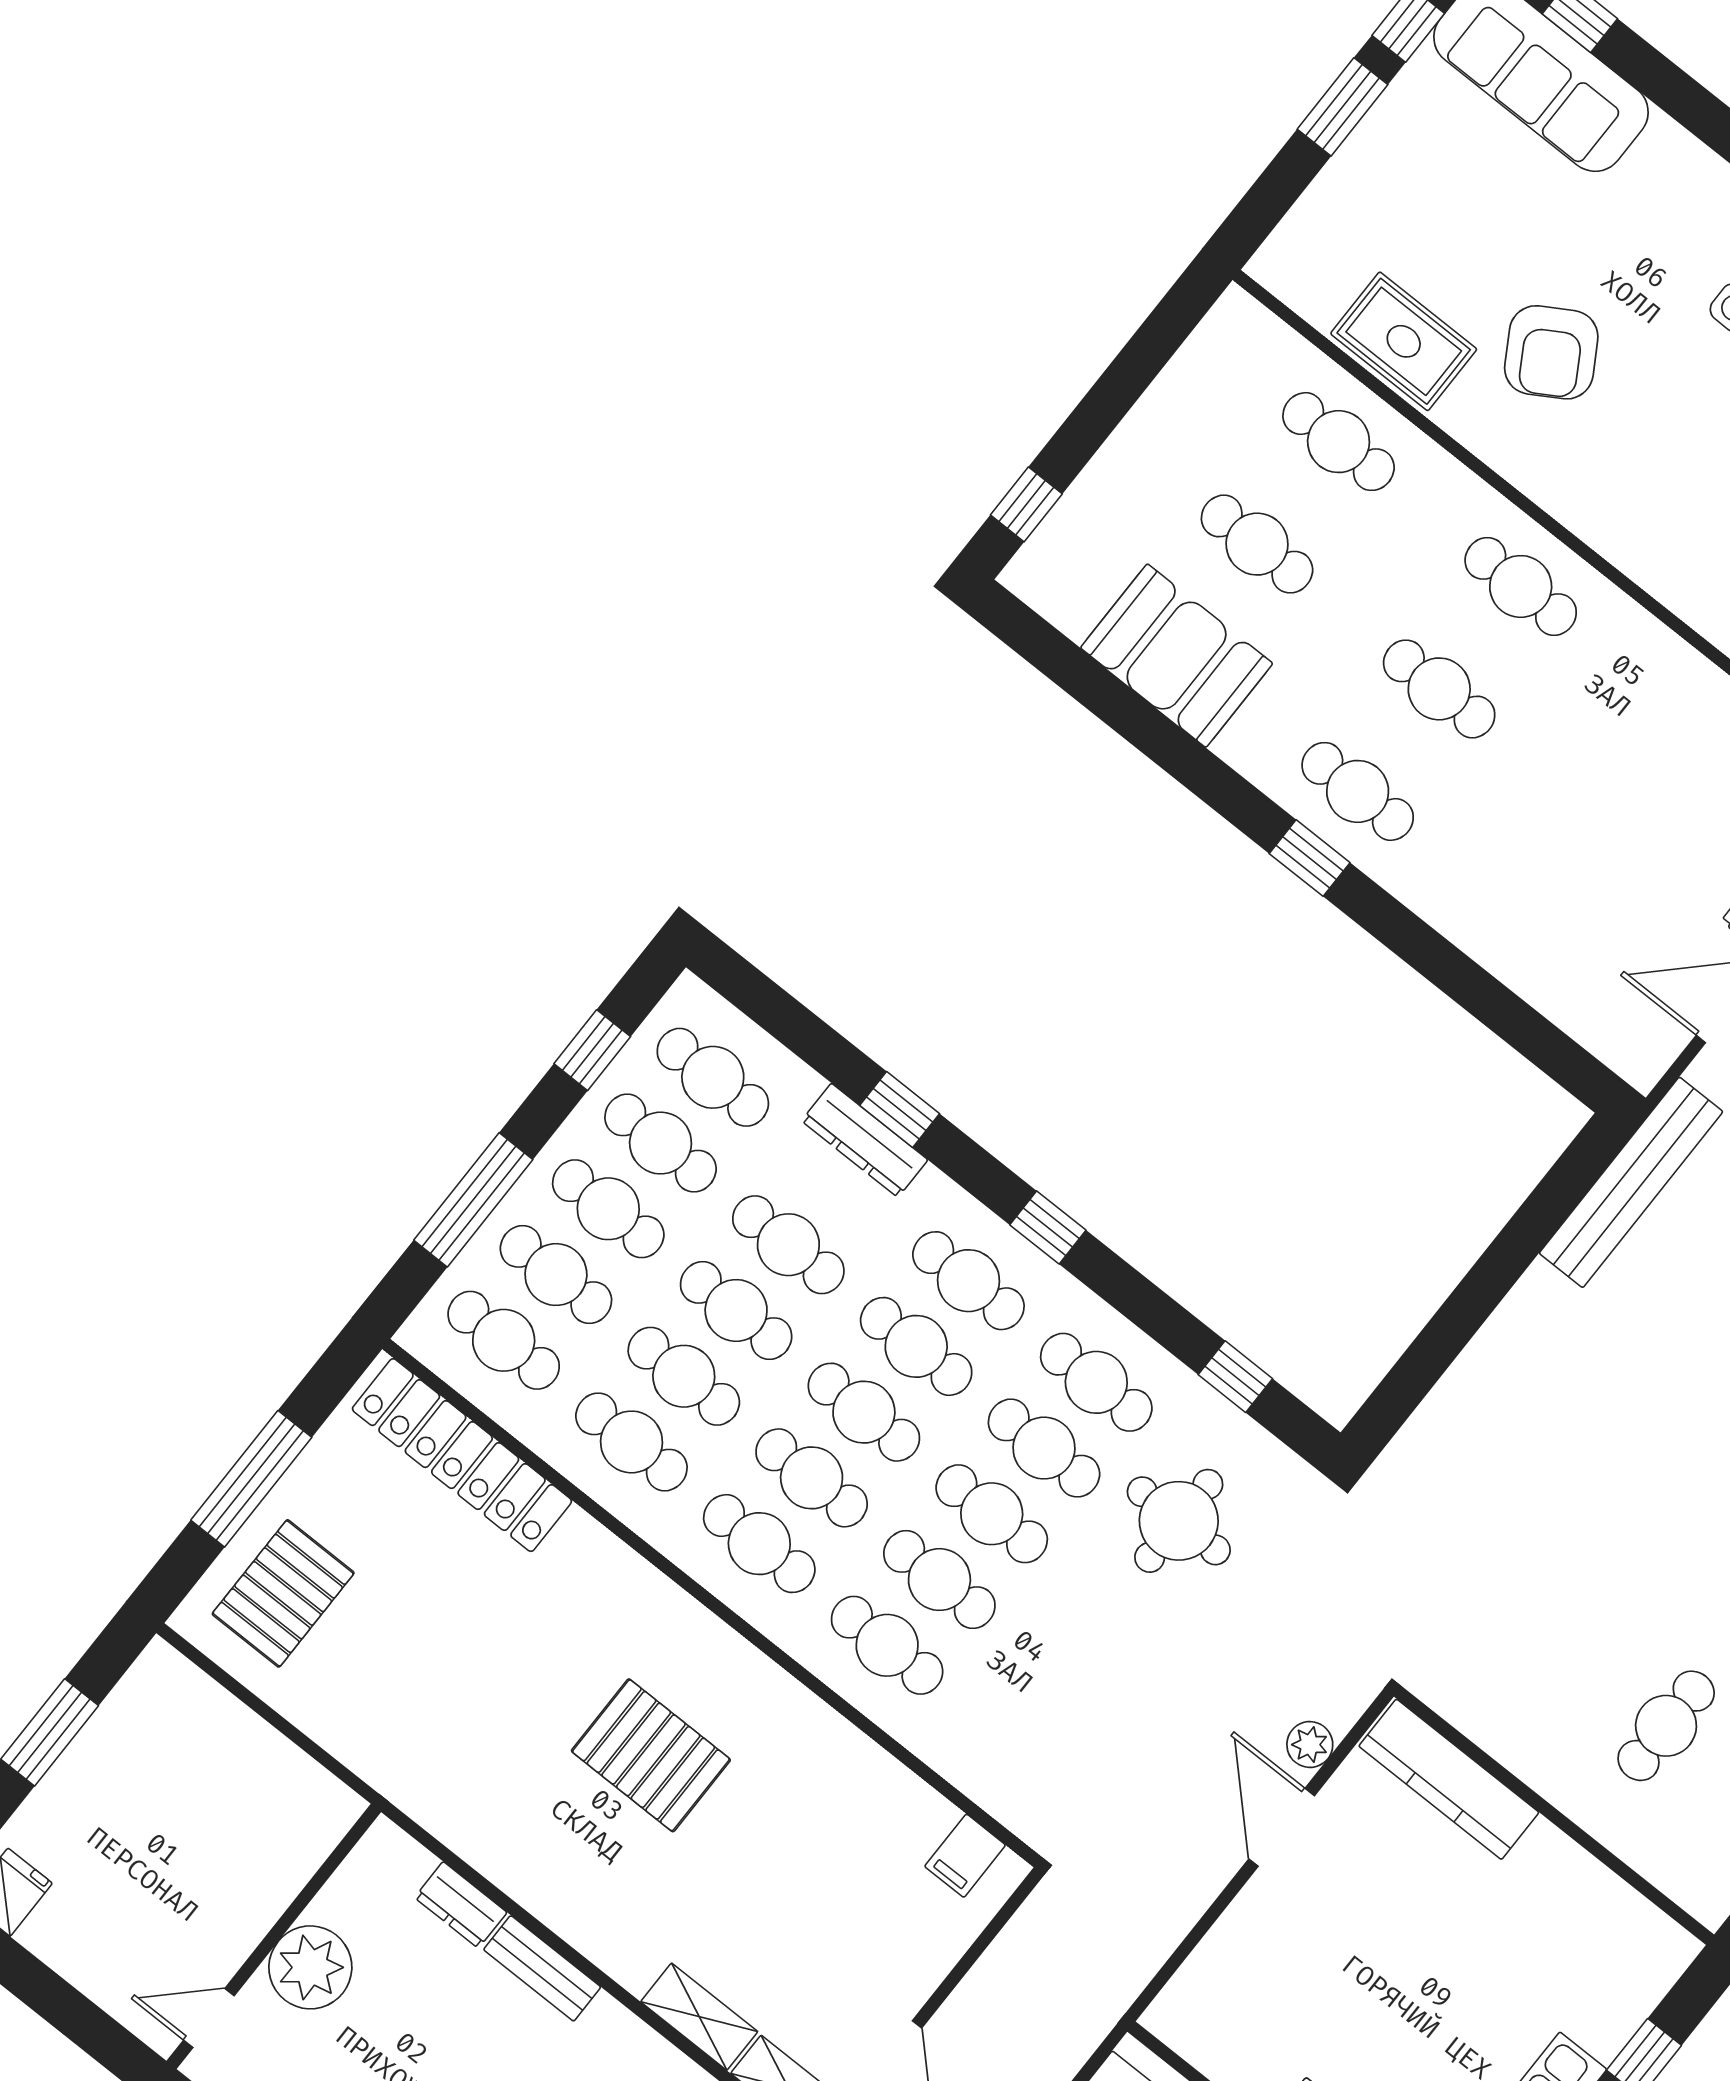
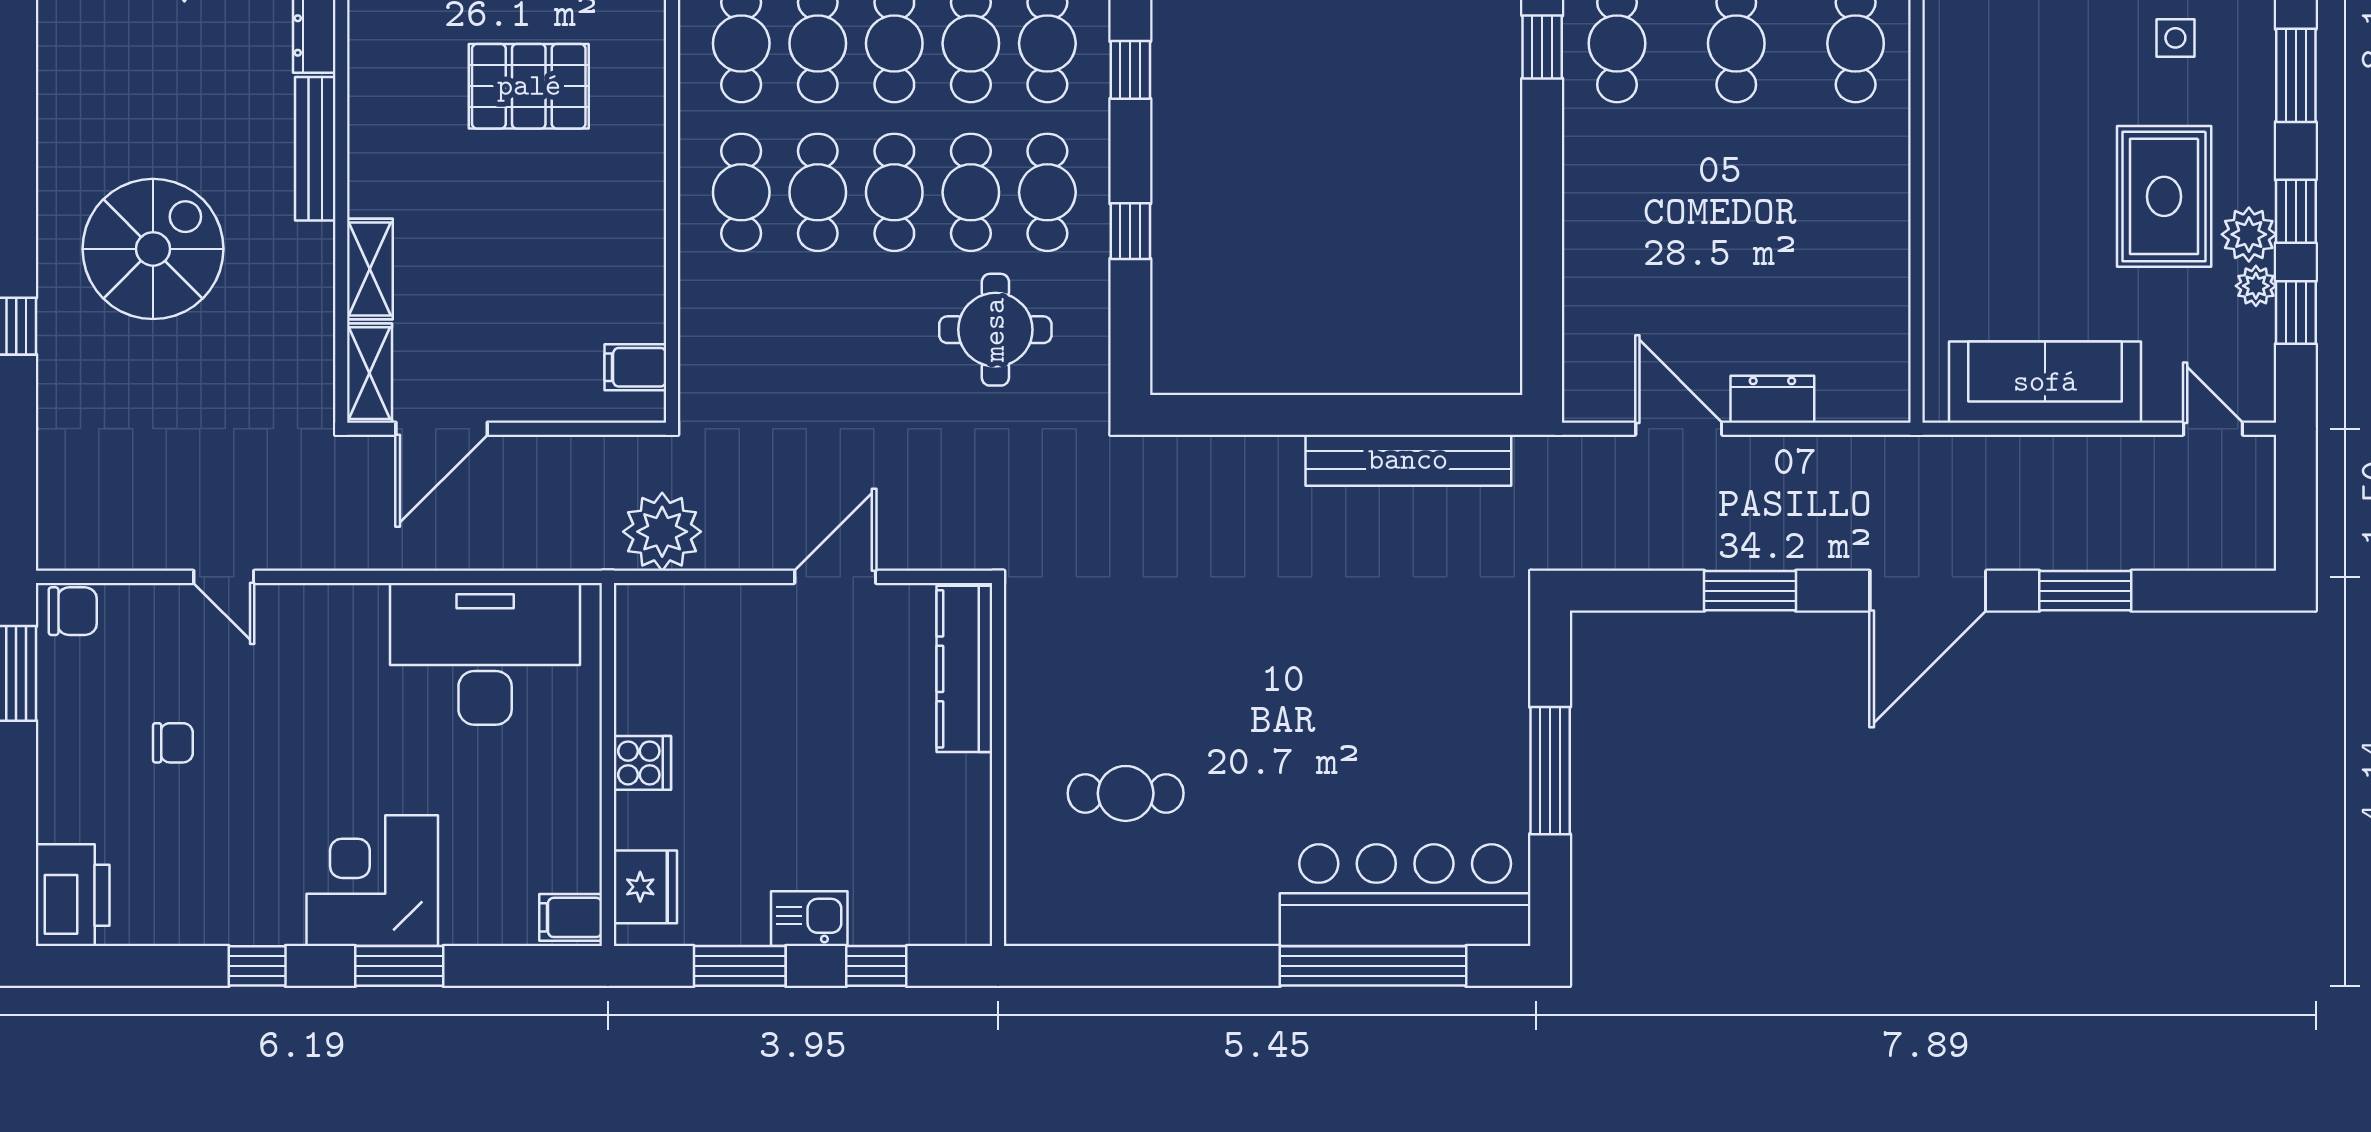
bench: (1631, 1182) -> (1408, 460), moved
window: (1235, 1377) -> (1130, 231), moved
plant: (1310, 1745) -> (662, 532), moved, width x1.88, depth x1.88
pallet: (651, 1755) -> (529, 86), turned 90
bench: (542, 1968) -> (315, 149), width x1.36

